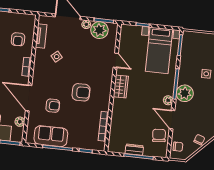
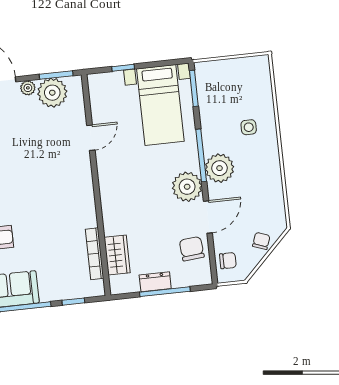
door: (116, 60) -> (91, 138), hinge flipped
wardrobe: (121, 86) -> (117, 255), moved
armchair: (81, 92) -> (44, 205), removed
plant: (168, 100) -> (187, 187), width x1.88, depth x1.88
door: (172, 120) -> (208, 217), swing flipped

